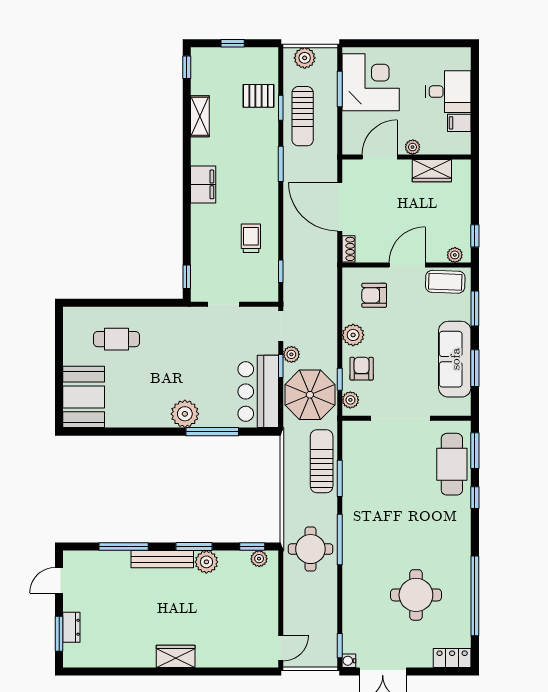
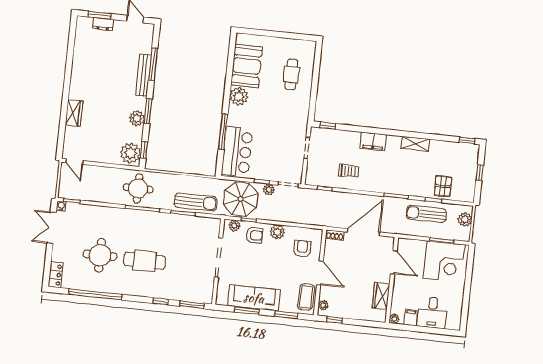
shelving: (200, 116) -> (415, 144), moved
plant: (413, 147) -> (394, 319), moved
filing cabinet: (203, 184) -> (373, 141), moved
bar counter: (258, 391) -> (237, 152), moved, turned 90
booth: (84, 397) -> (247, 66), moved, turned 90
plant: (185, 414) -> (239, 96), moved
cafe table: (452, 464) -> (145, 261), moved
bench: (162, 559) -> (143, 75), moved
plant: (259, 559) -> (131, 153), width x1.87, depth x1.87
wardrobe: (176, 656) -> (74, 113), moved

